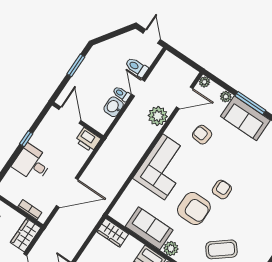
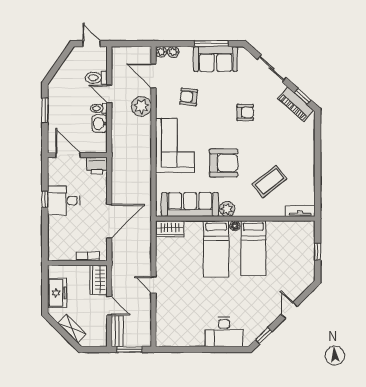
plant: (226, 97) -> (173, 52), moved
door: (185, 98) -> (154, 76), swing flipped
desk: (32, 163) -> (64, 201), moved
armchair: (222, 190) -> (245, 112), moved, turned 90
sofa: (149, 228) -> (190, 204), width x1.36

